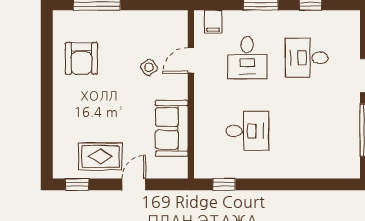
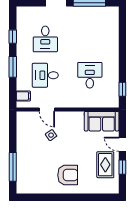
armchair: (81, 58) -> (68, 175), moved
desk: (247, 58) -> (45, 75), turned 180
sofa: (172, 128) -> (102, 121), moved
window: (77, 184) -> (122, 167), moved

